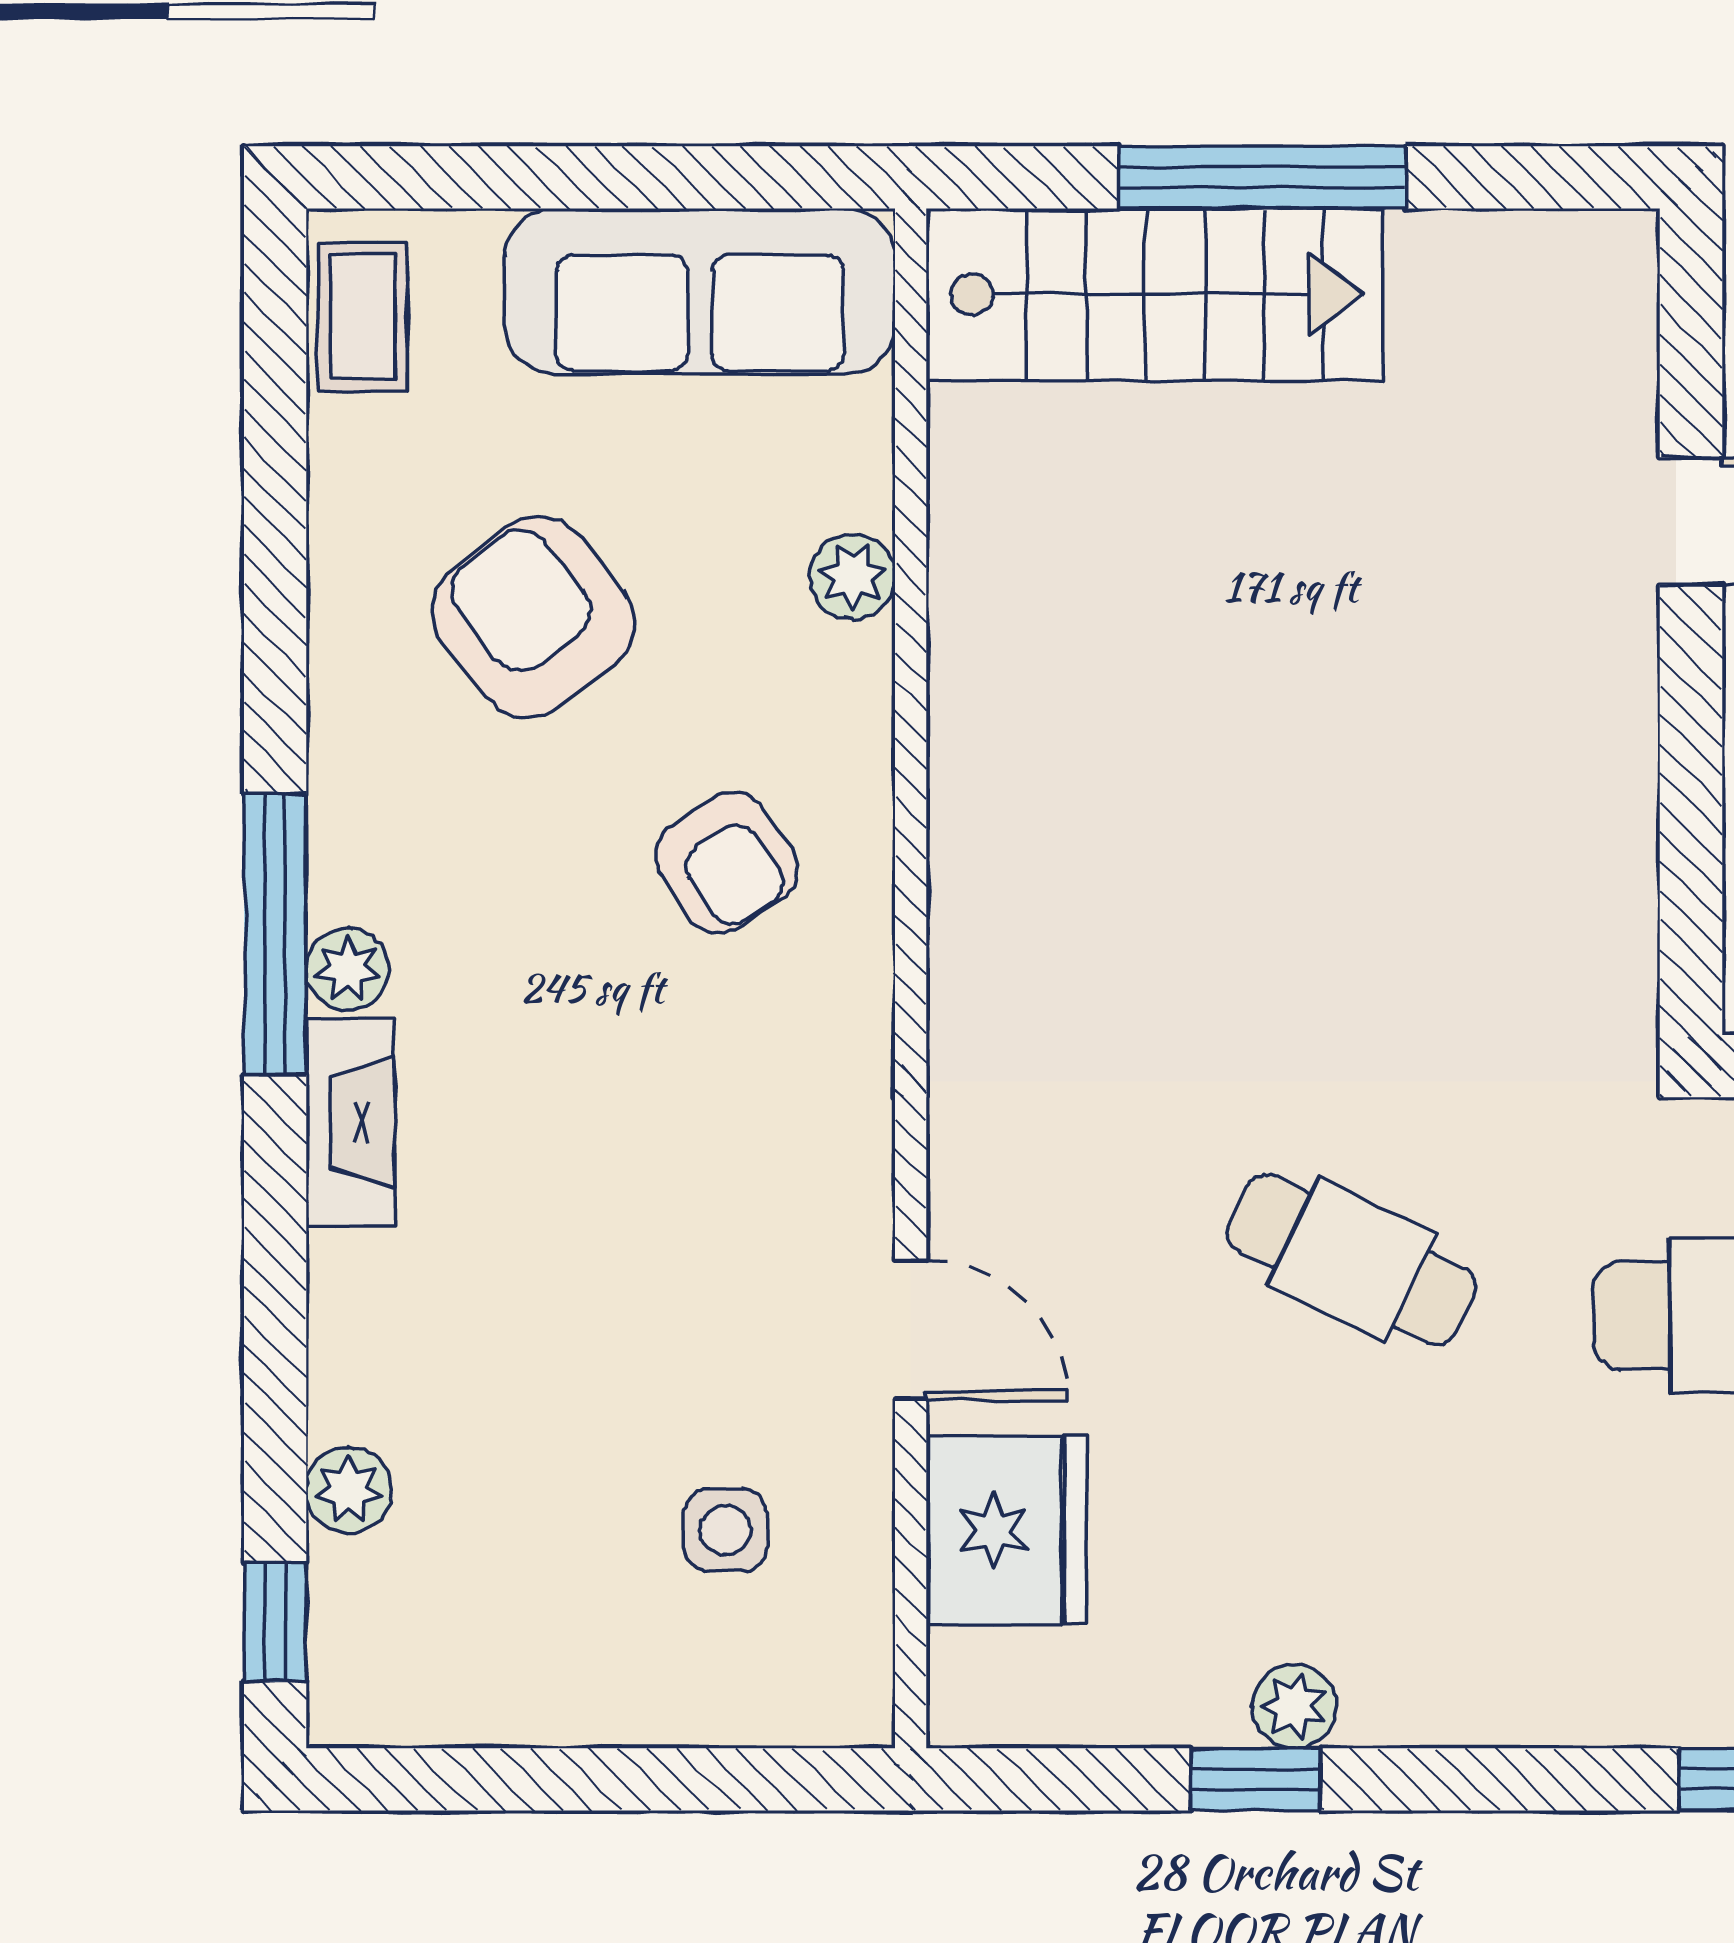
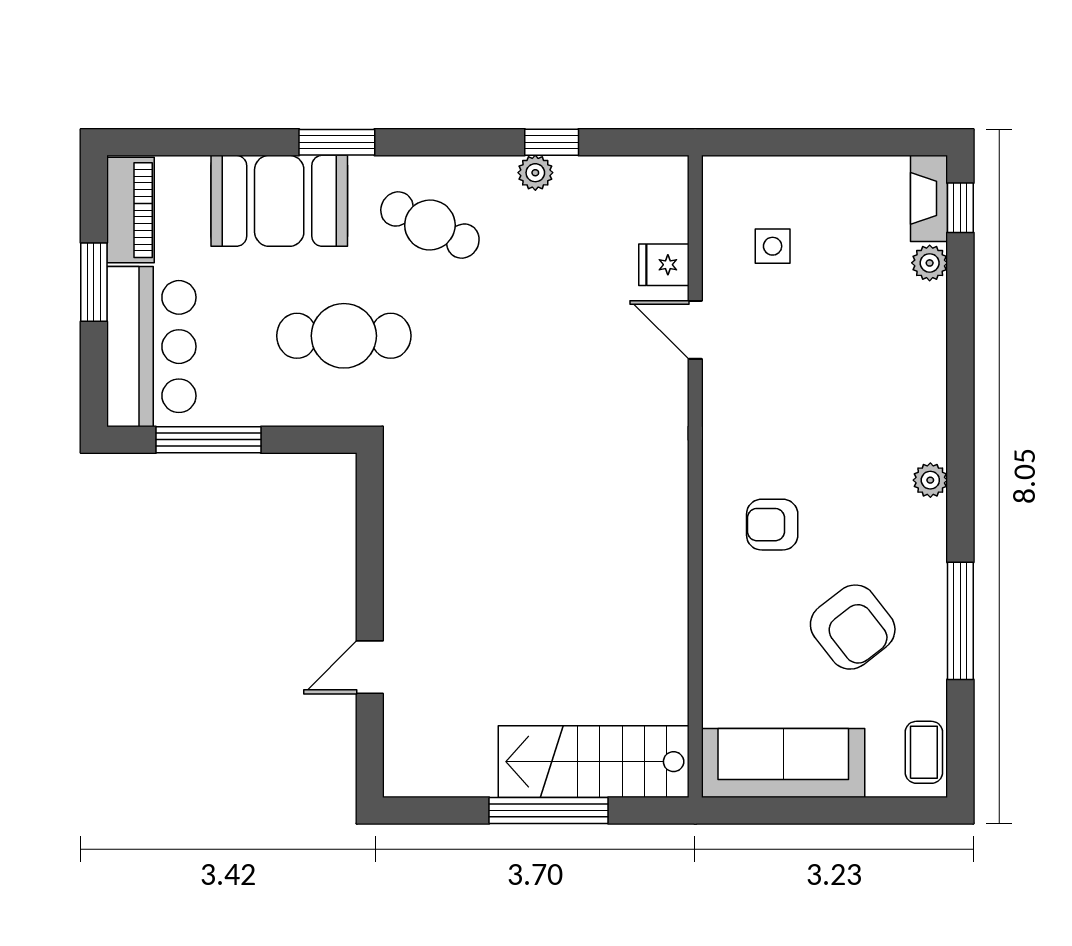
plant: (852, 576) -> (720, 644), removed
armchair: (726, 863) -> (772, 525), turned -56
window: (275, 934) -> (960, 621), moved
fireplace: (350, 1122) -> (929, 198), moved
cafe table: (1352, 1260) -> (430, 225), moved
fridge: (1006, 1530) -> (664, 265), width x0.53, depth x0.75

